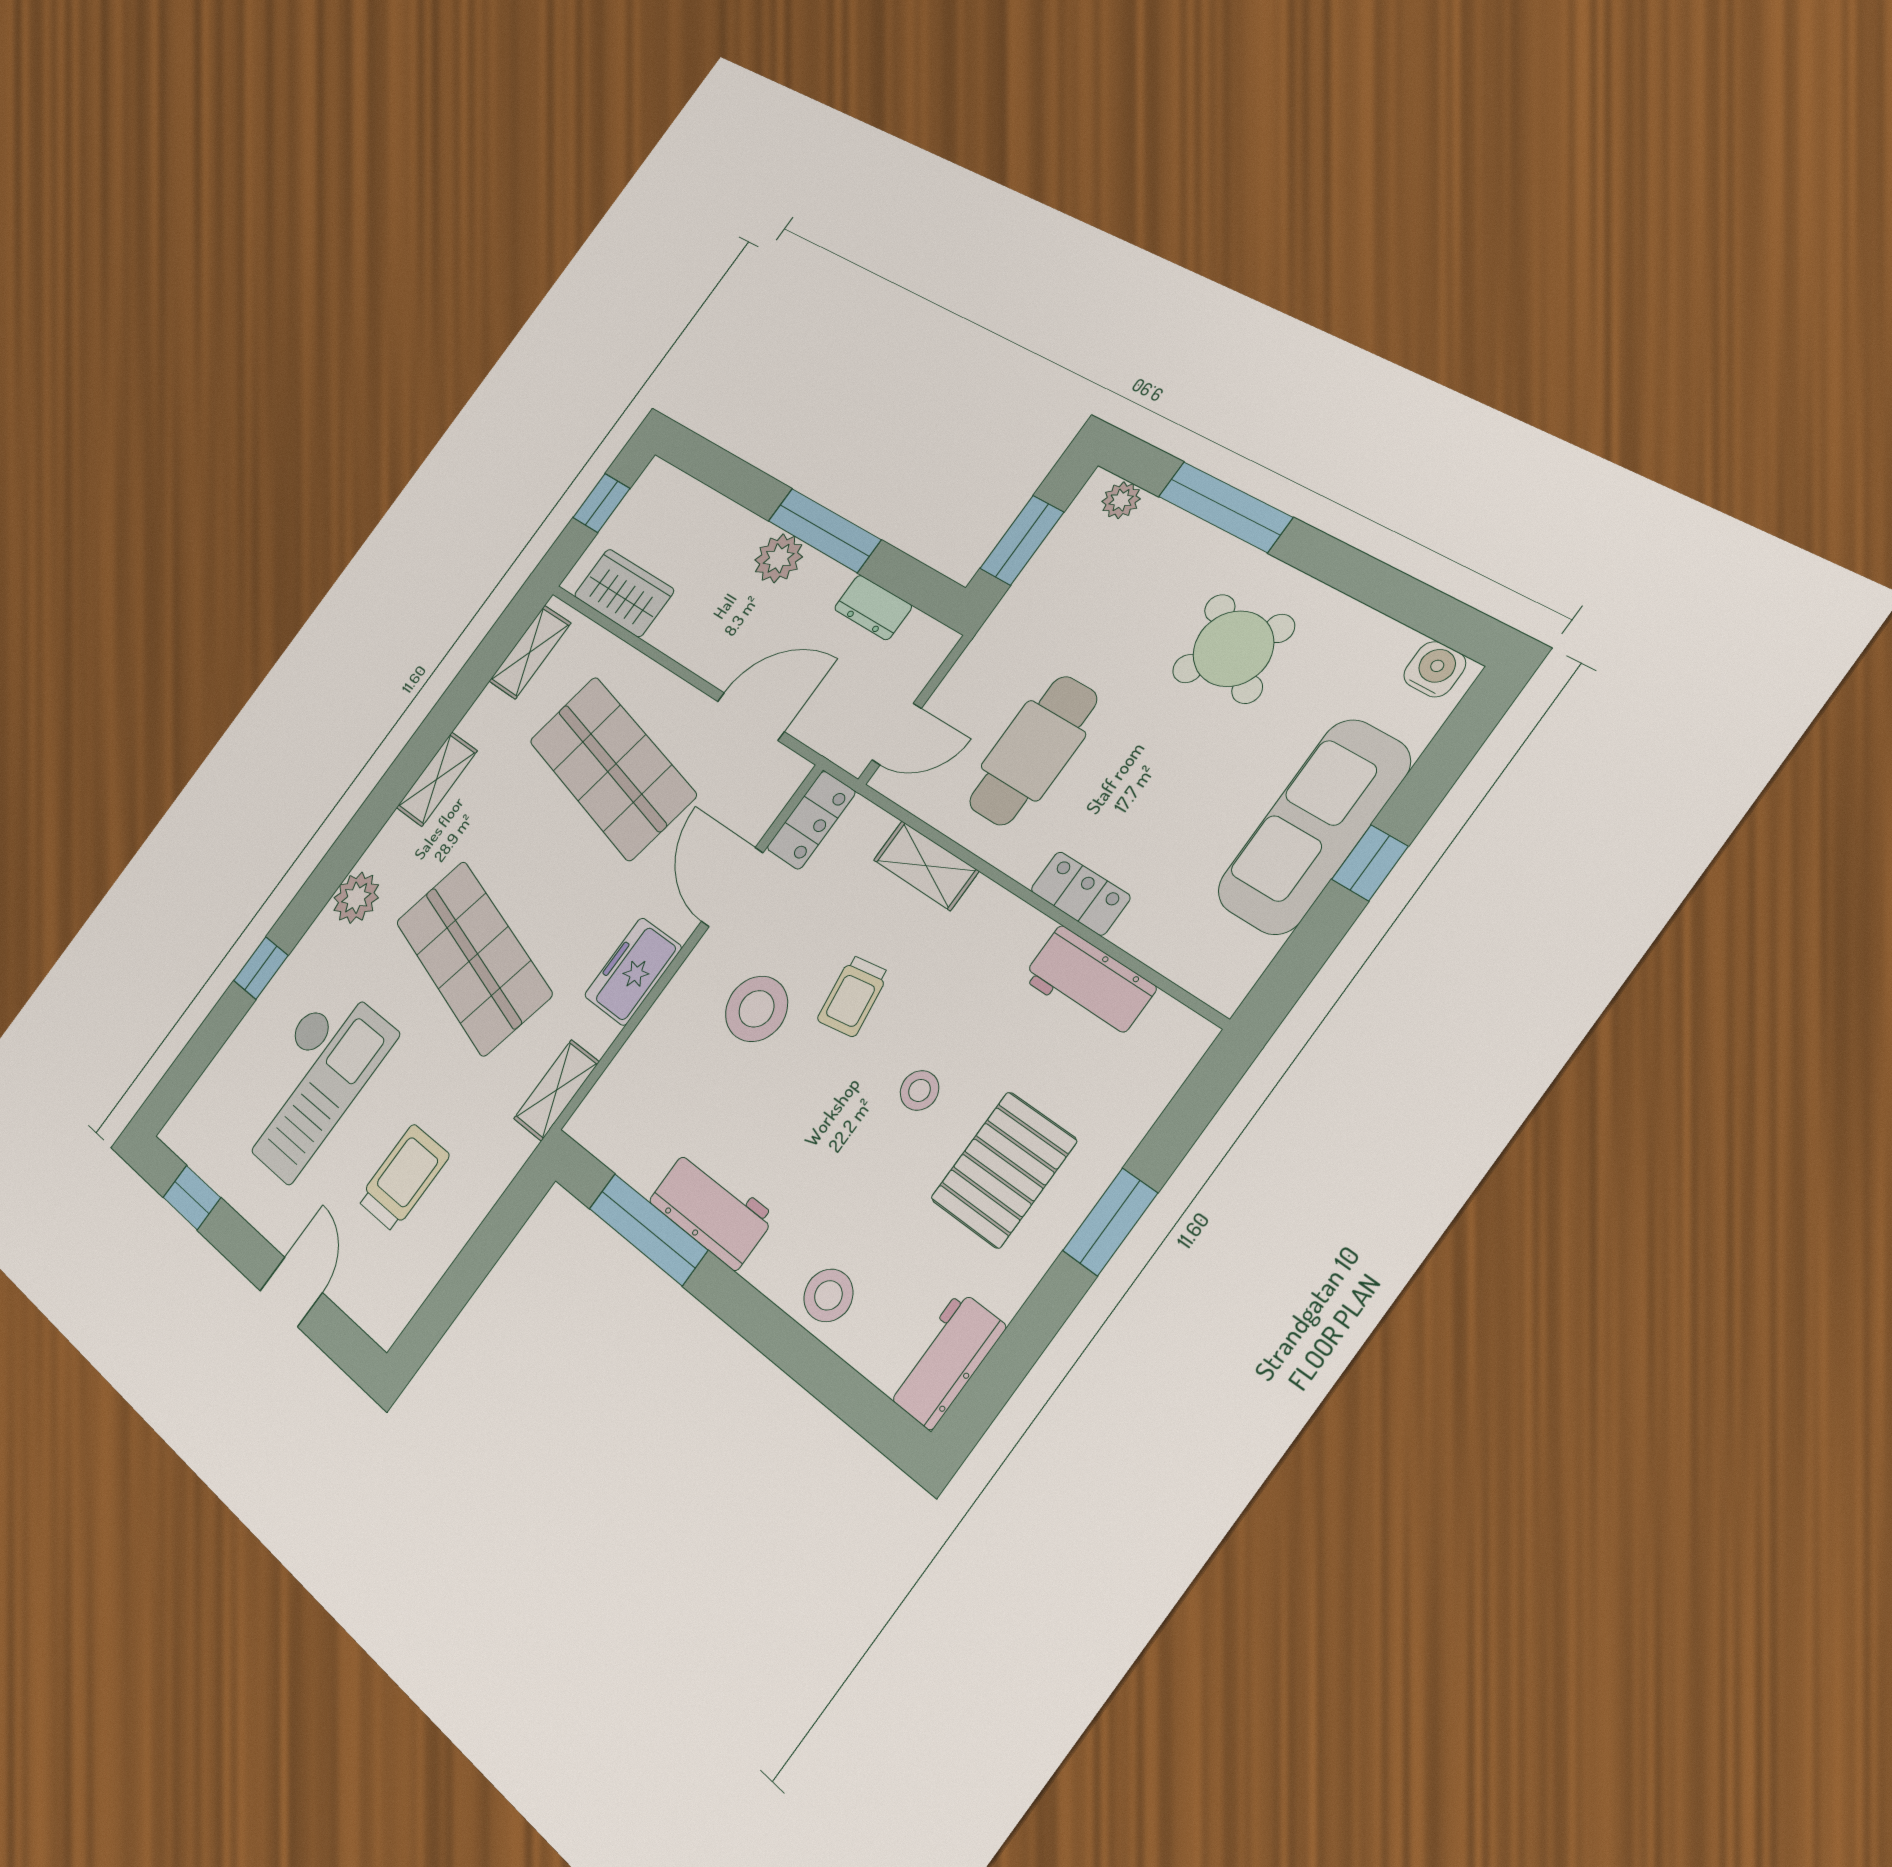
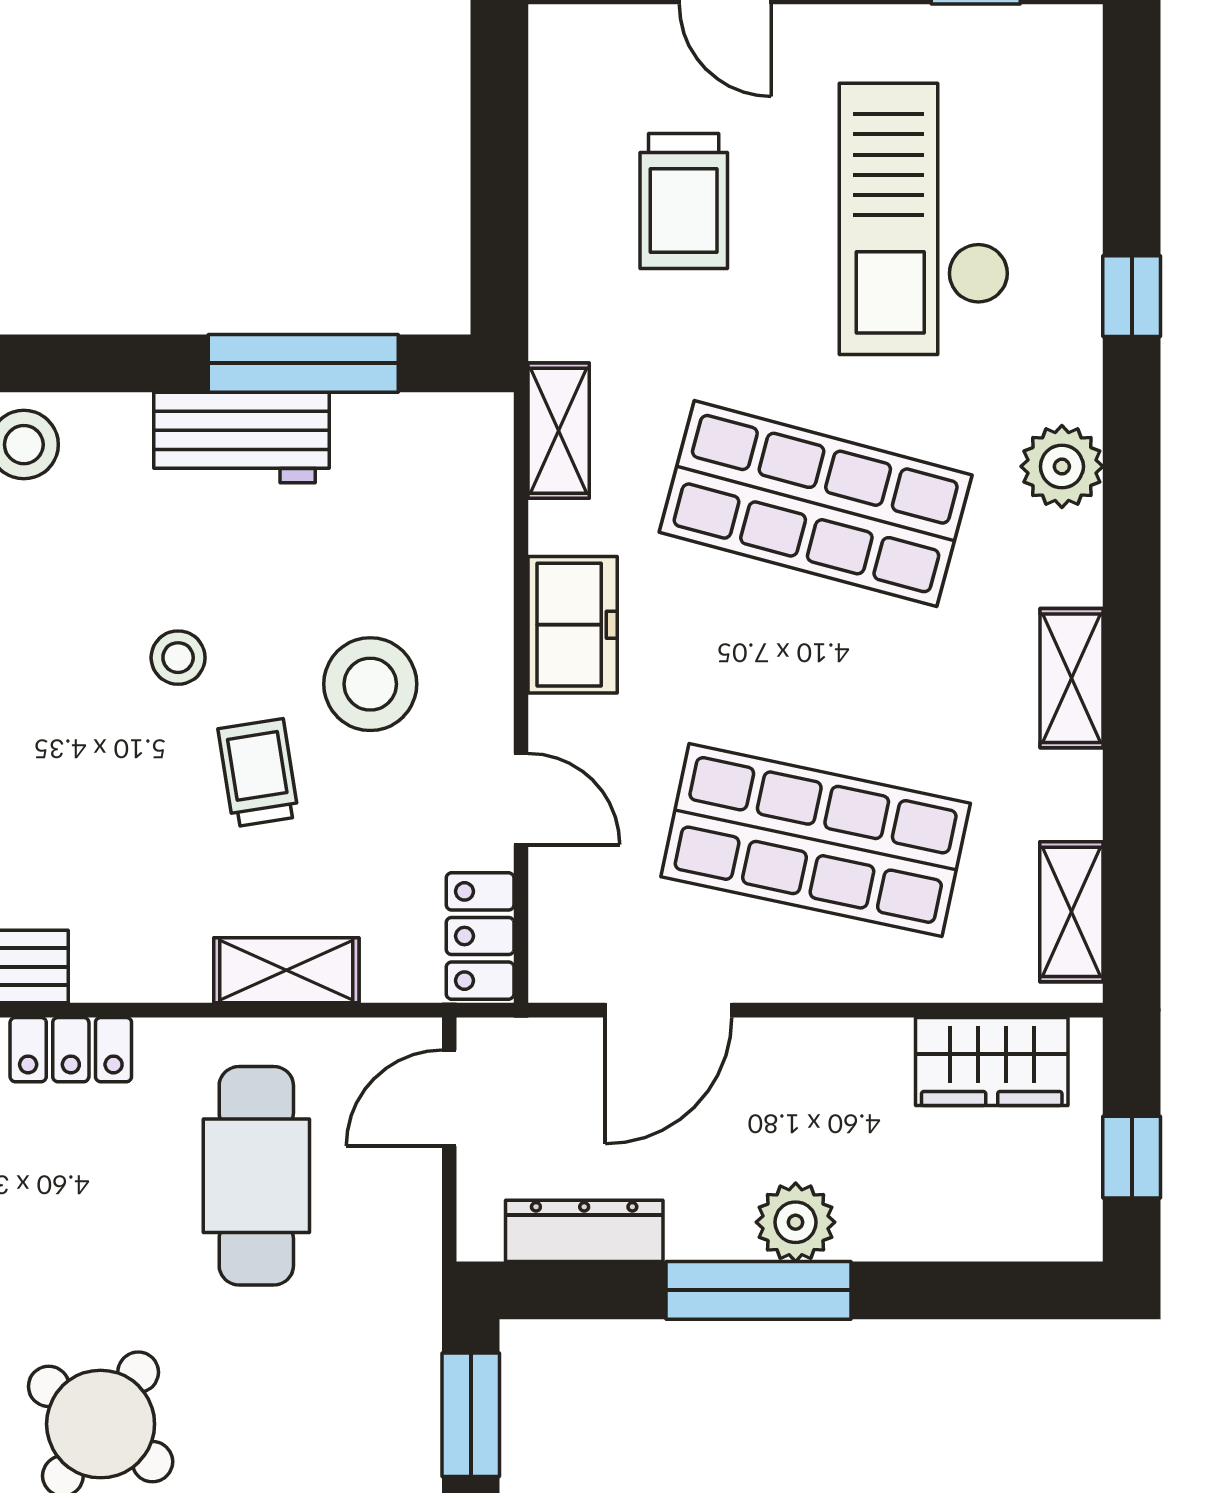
dresser: (873, 607) -> (584, 1231), width x1.44
door: (732, 887) -> (521, 799), width x0.73
stool: (919, 1090) -> (178, 658), moved

